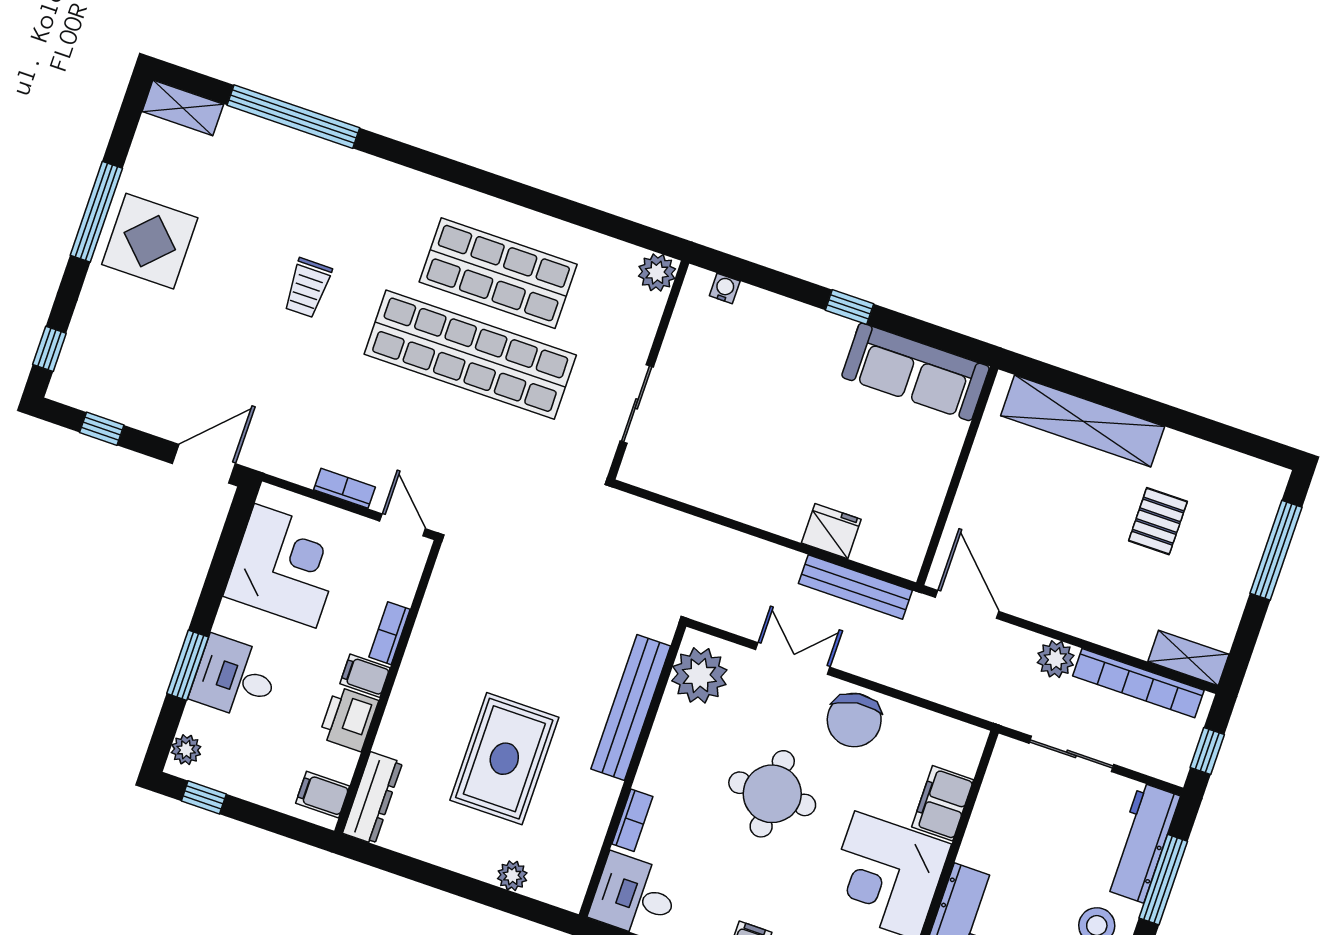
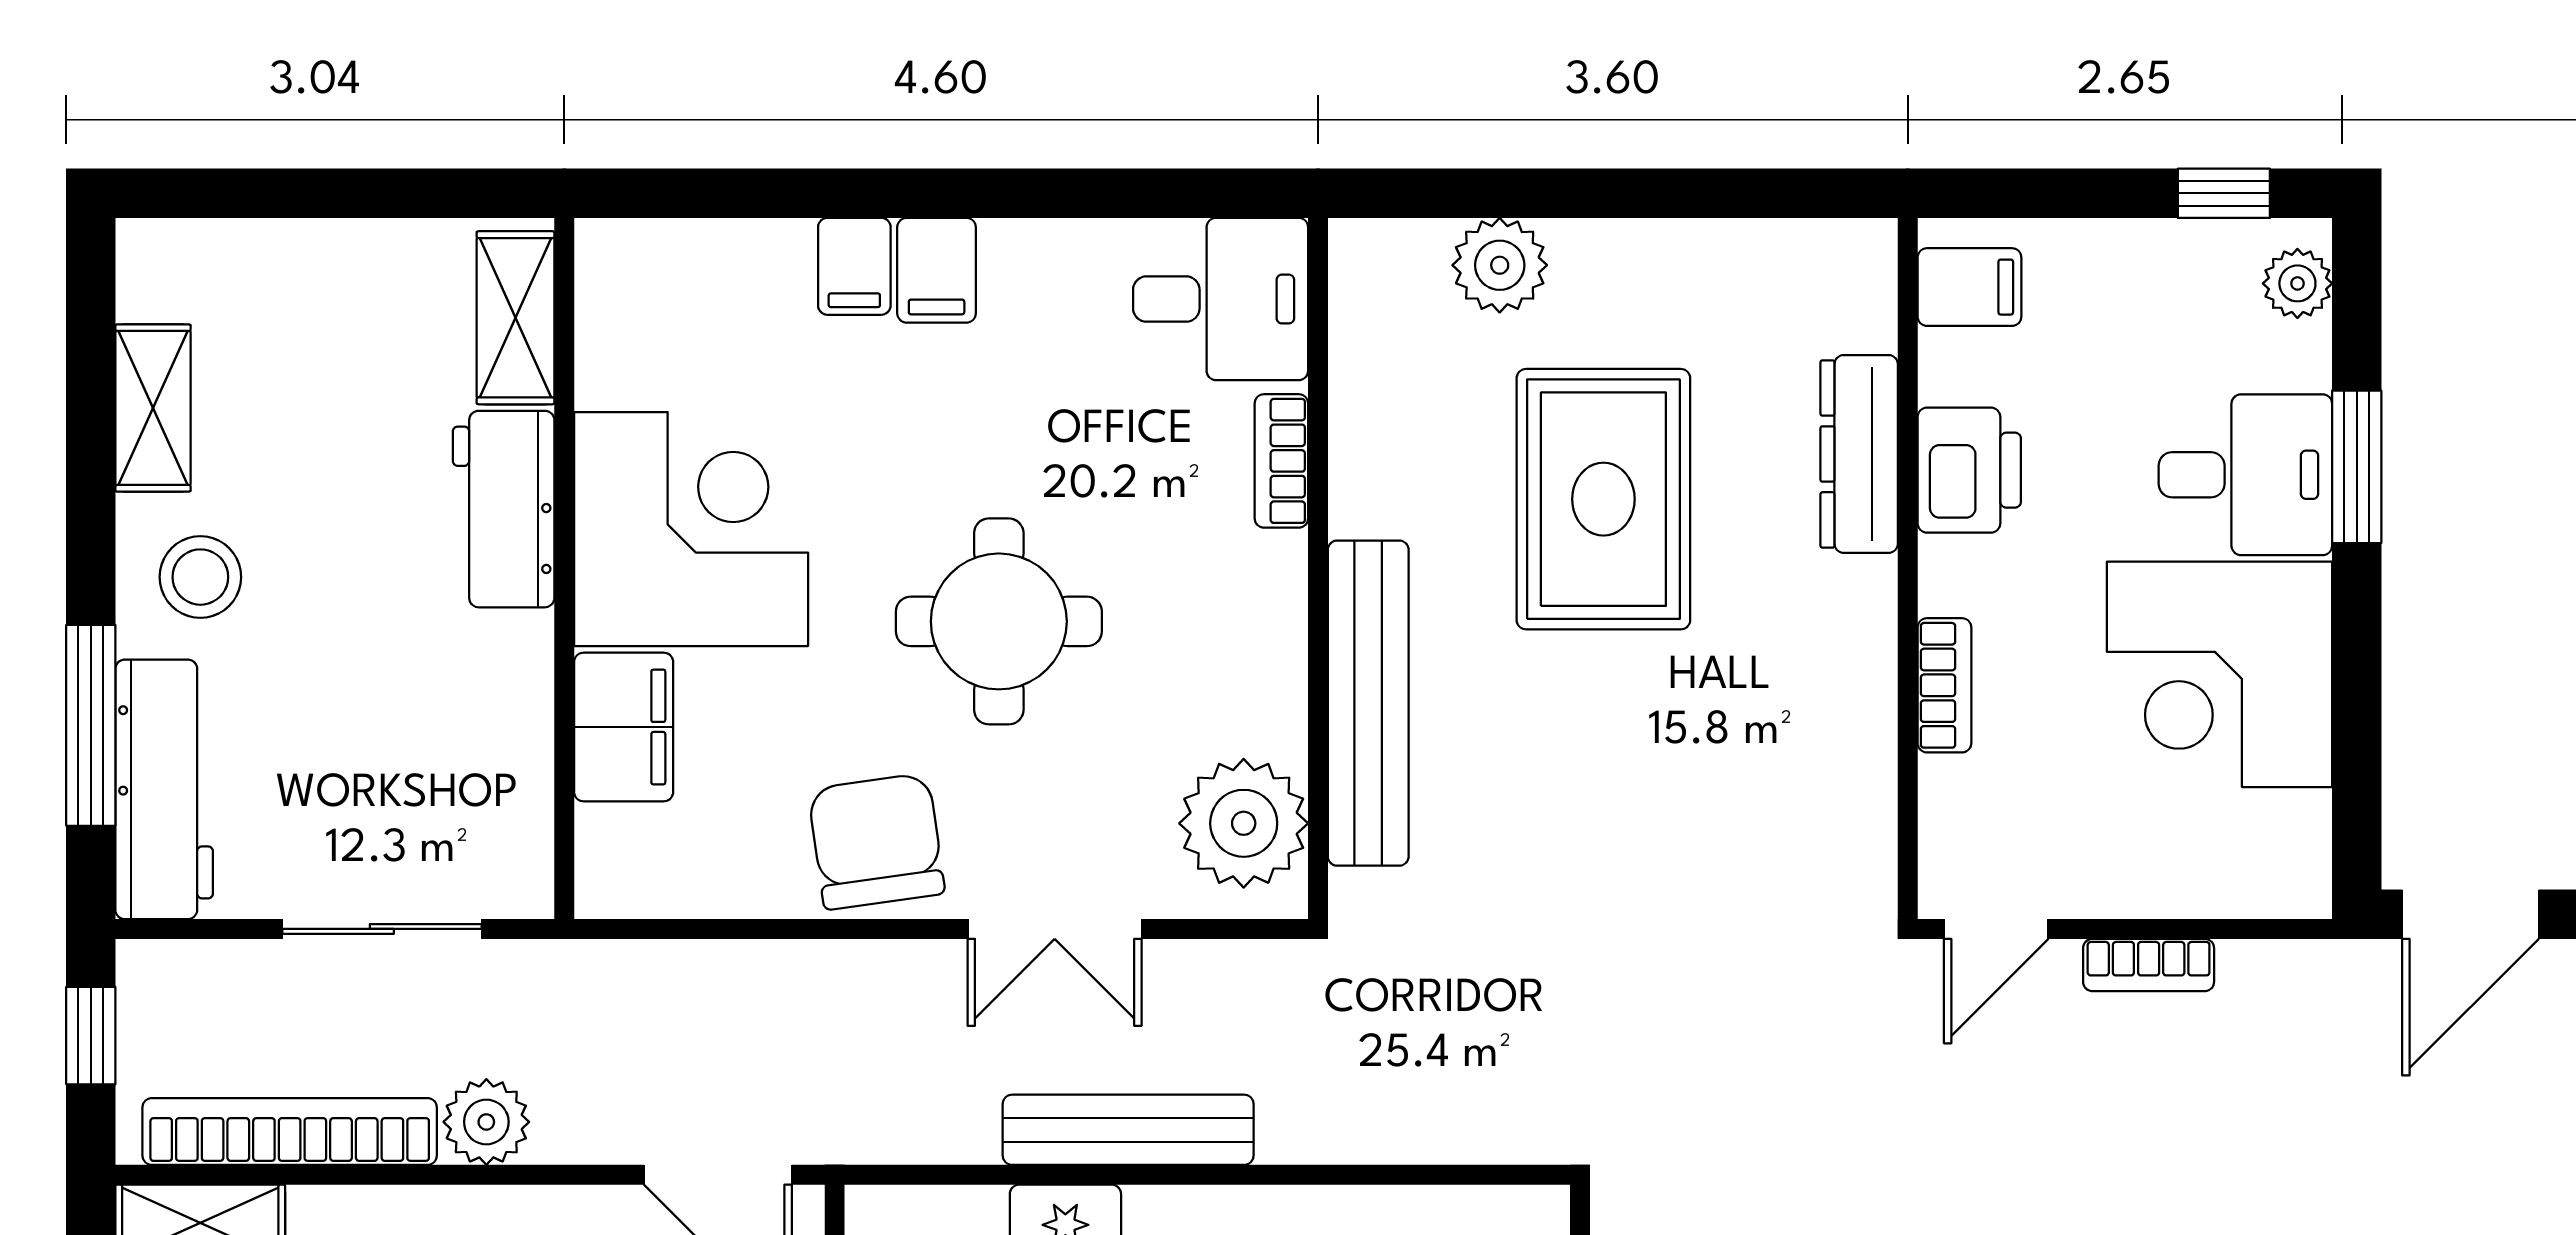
door: (403, 525) -> (1996, 929), hinge flipped
corner desk: (285, 566) -> (2219, 674), moved
bench: (855, 587) -> (1128, 1130), moved
filing cabinet: (365, 676) -> (1966, 575), removed
dresser: (372, 798) -> (1859, 454), moved
plant: (512, 876) -> (1500, 265), width x1.38, depth x1.38

